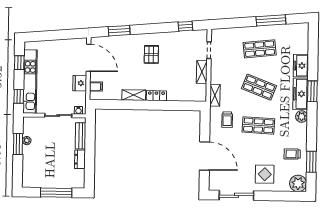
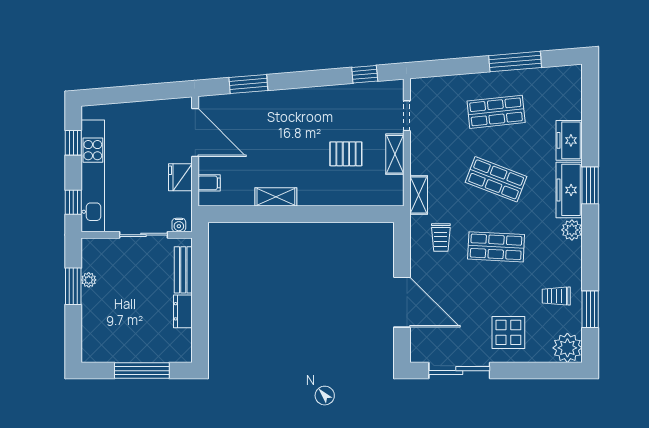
pallet: (151, 54) -> (346, 154), moved, turned 90
locker: (156, 96) -> (316, 197), removed

